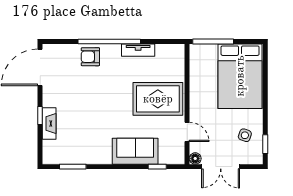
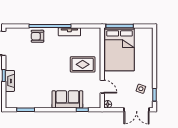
bed: (240, 76) -> (120, 49), moved
rug: (158, 99) -> (83, 64), width x0.73, depth x0.70
double door: (221, 167) -> (137, 110), moved

